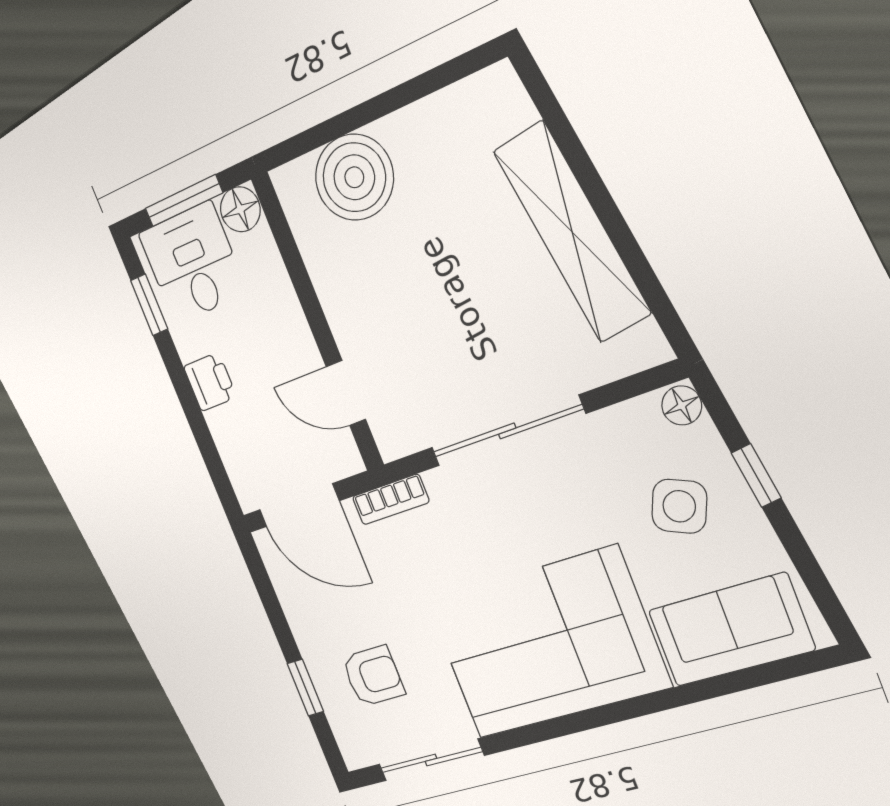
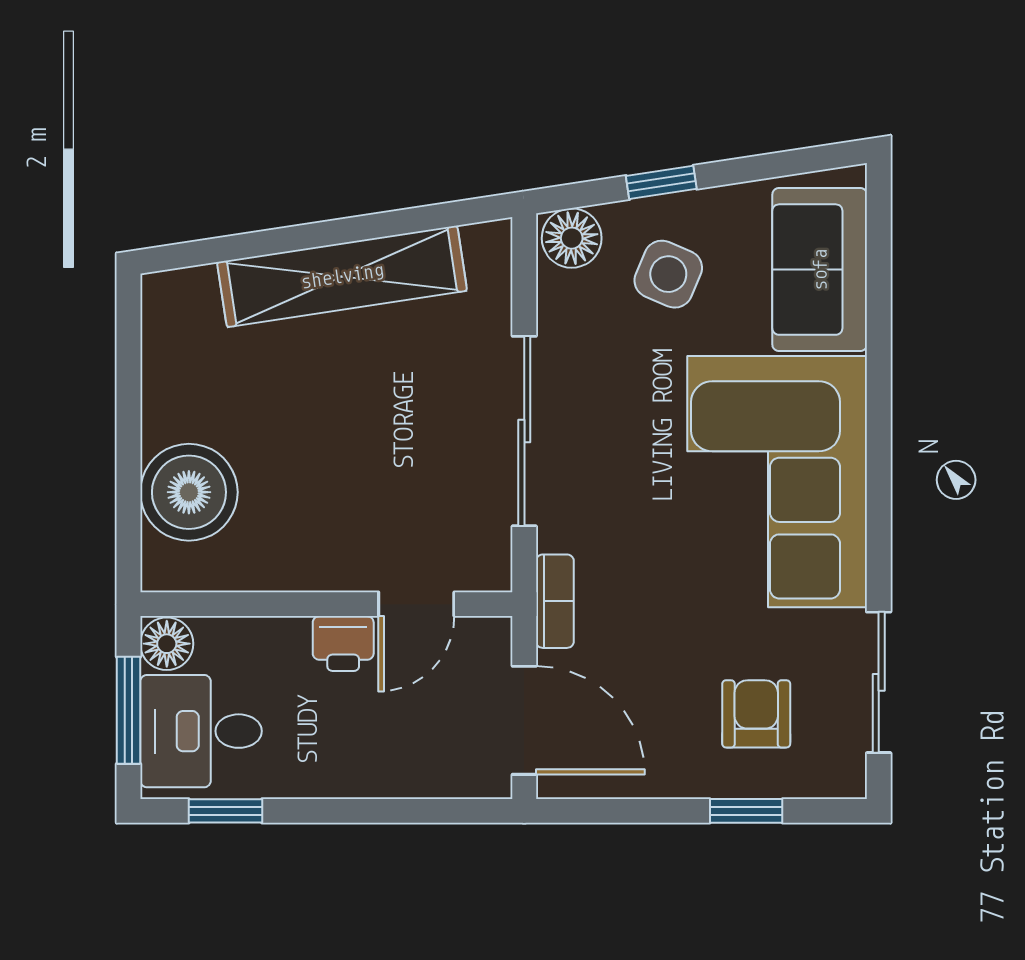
printer: (210, 382) -> (343, 643), moved, turned 180
floor lamp: (682, 405) -> (572, 238), width x1.37, depth x1.37
door: (299, 505) -> (524, 720), hinge flipped

